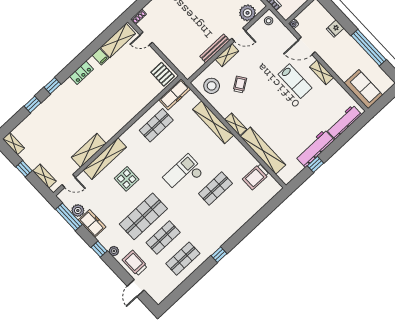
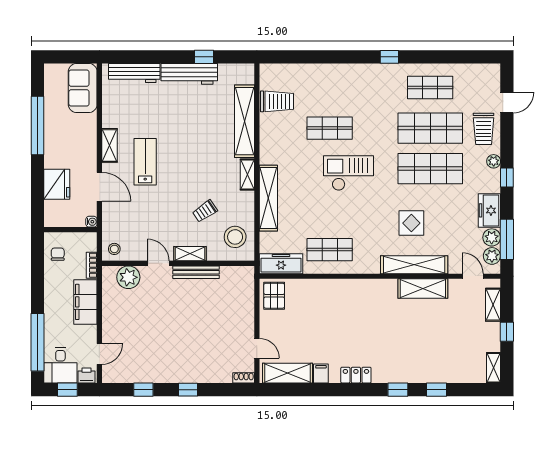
fridge: (335, 28) -> (57, 184), width x1.88, depth x1.34
checkout: (184, 174) -> (349, 173), turned 180
plant: (69, 201) -> (492, 256), added
shop shelf: (163, 237) -> (430, 128), width x1.43, depth x1.36

